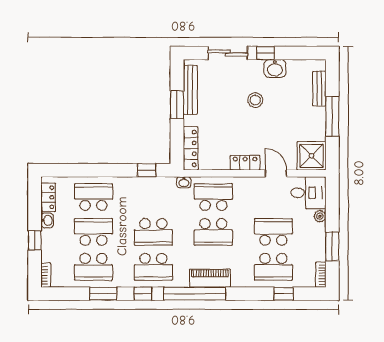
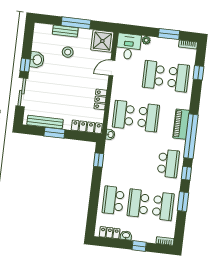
bench: (319, 89) -> (65, 31), moved
stool: (255, 100) -> (68, 52), moved
locker: (245, 163) -> (100, 99), moved
school desk: (153, 232) -> (143, 160), removed

